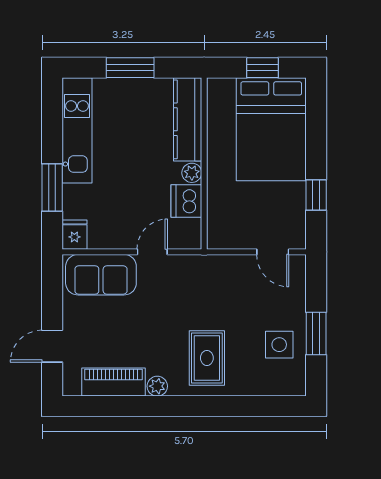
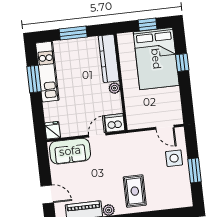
window: (52, 188) -> (34, 79), moved
window: (316, 195) -> (182, 63), moved
dishwasher: (186, 201) -> (115, 123), moved, turned 90
side table: (279, 345) -> (174, 158), moved
door: (52, 346) -> (47, 194), swing flipped

